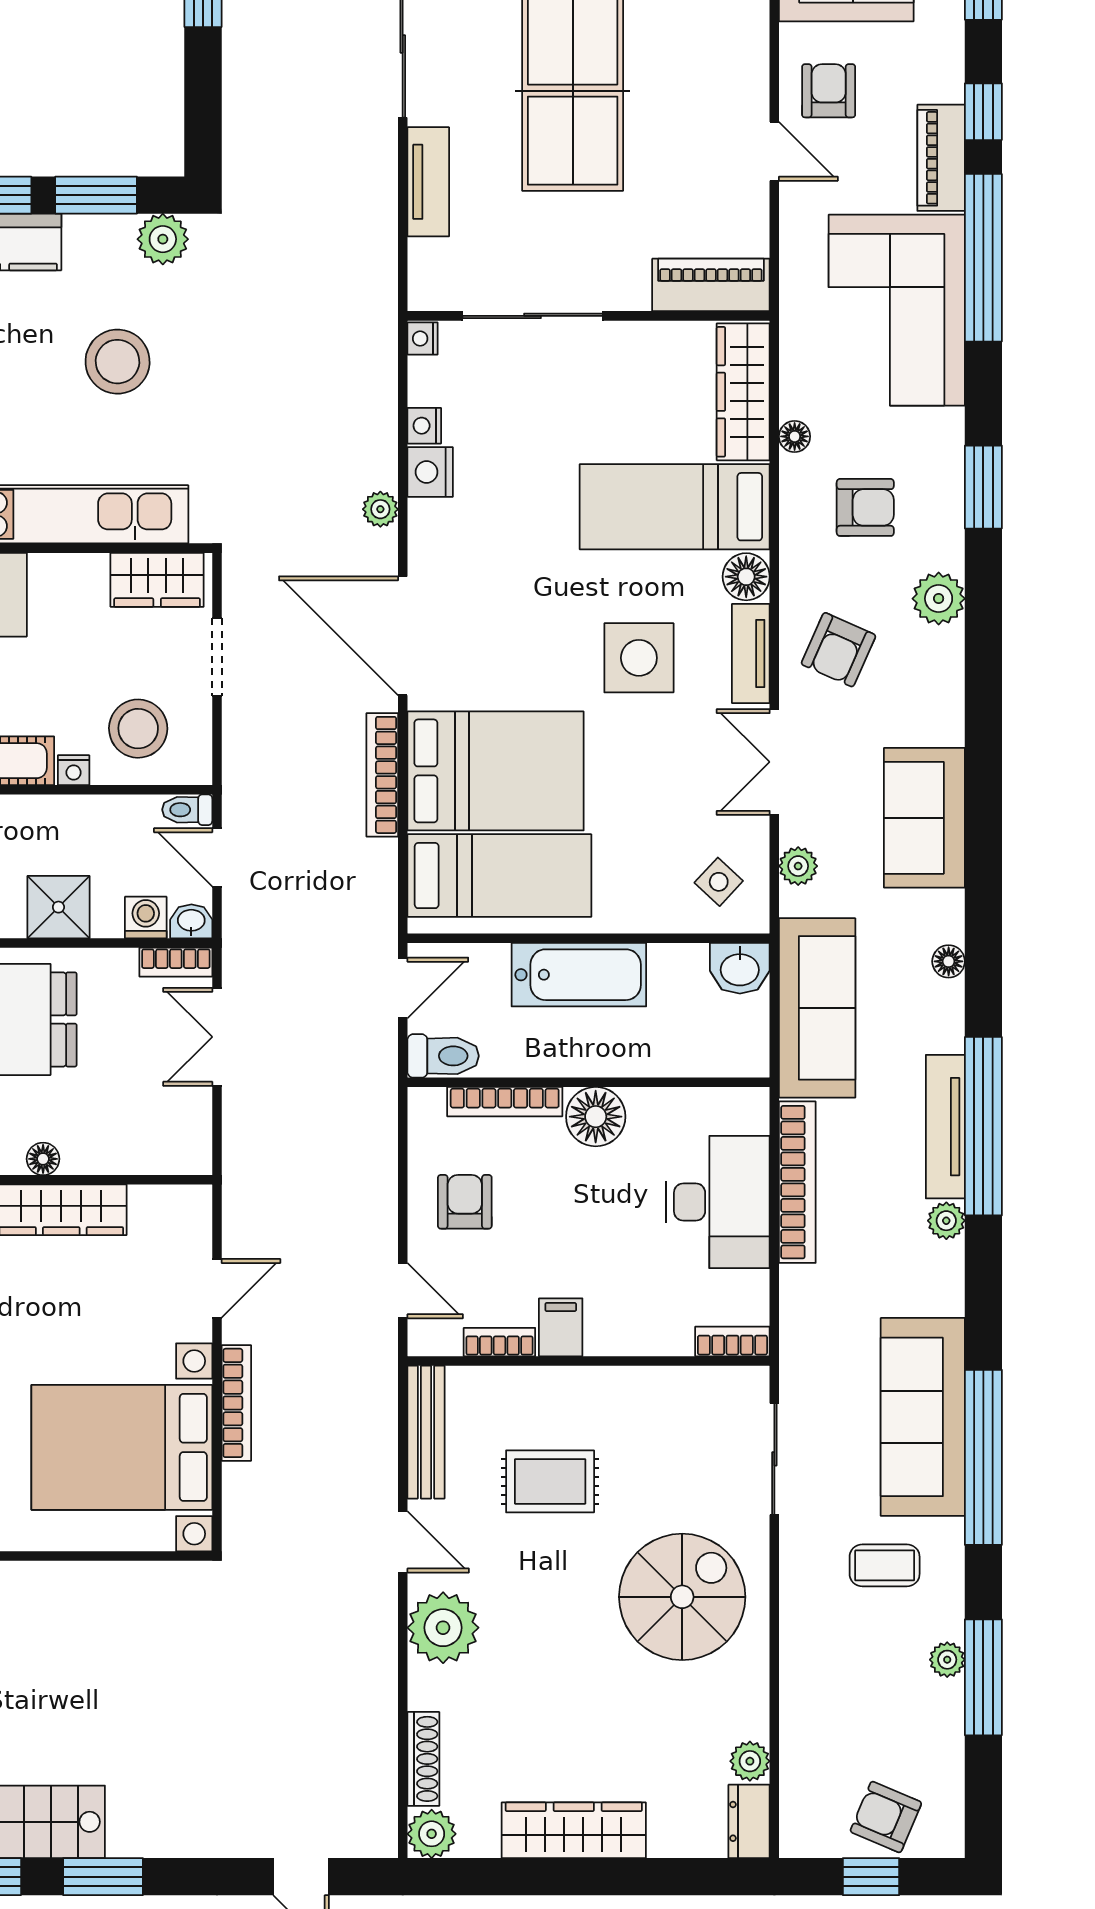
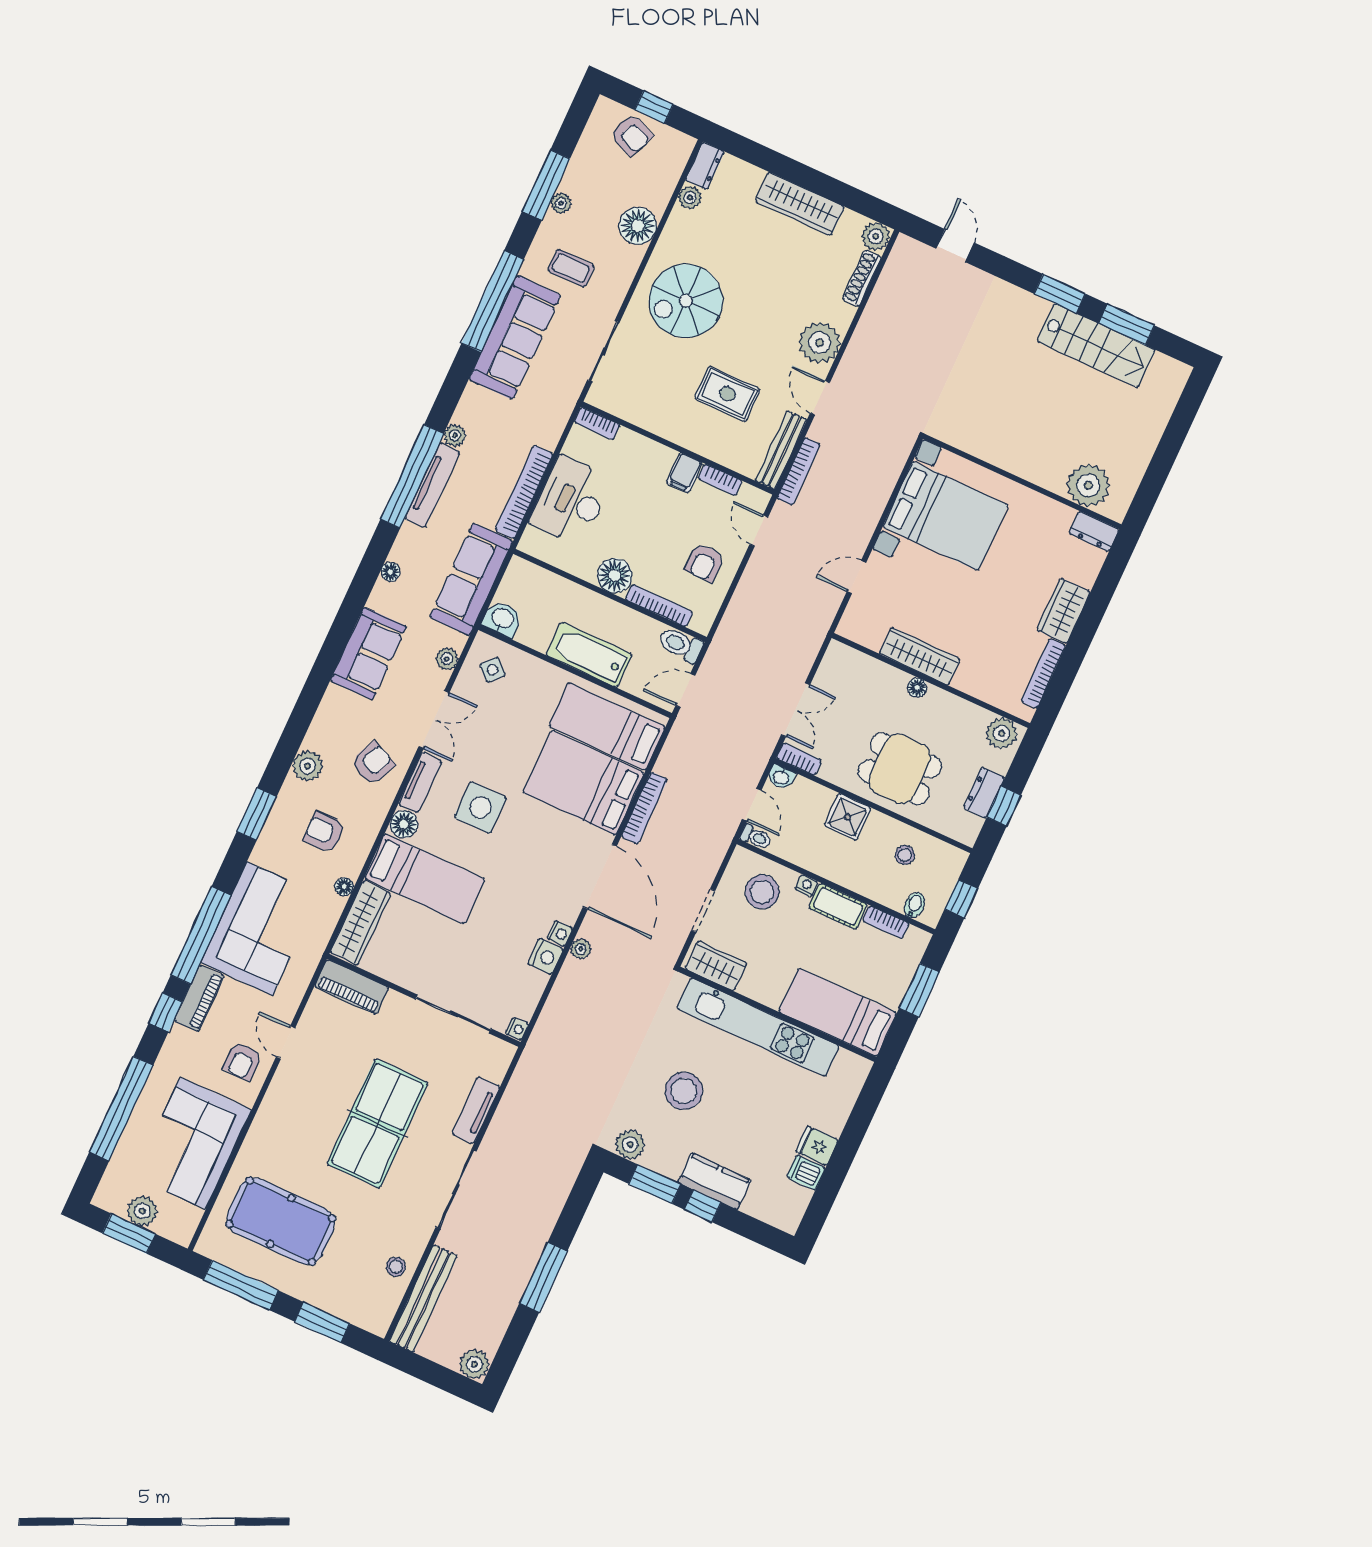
nightstand: (424, 426) -> (560, 933), moved
washing machine: (146, 918) -> (804, 790), removed
bookcase: (236, 1403) -> (799, 471), moved, turned 180
floor lamp: (811, 1680) -> (638, 226), added

